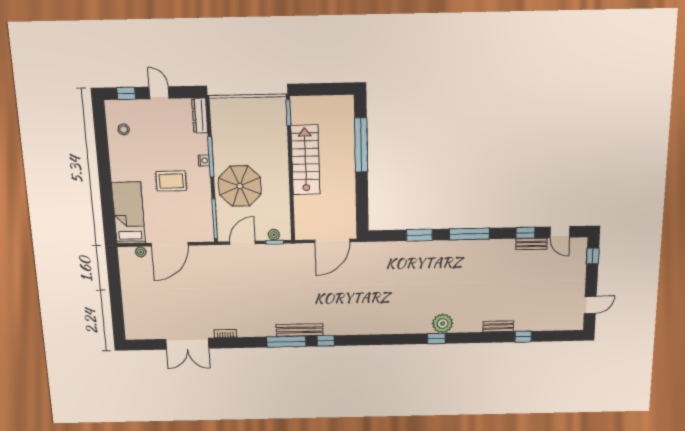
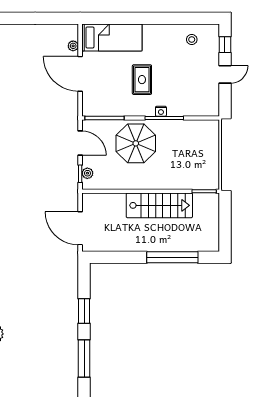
dresser: (200, 116) -> (203, 110), removed

